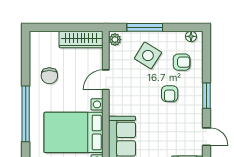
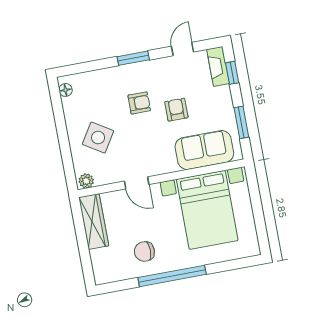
window: (145, 27) -> (65, 148), removed
armchair: (182, 62) -> (176, 110), moved
chair: (49, 76) -> (144, 252), turned 180
window: (26, 114) -> (172, 276), moved

